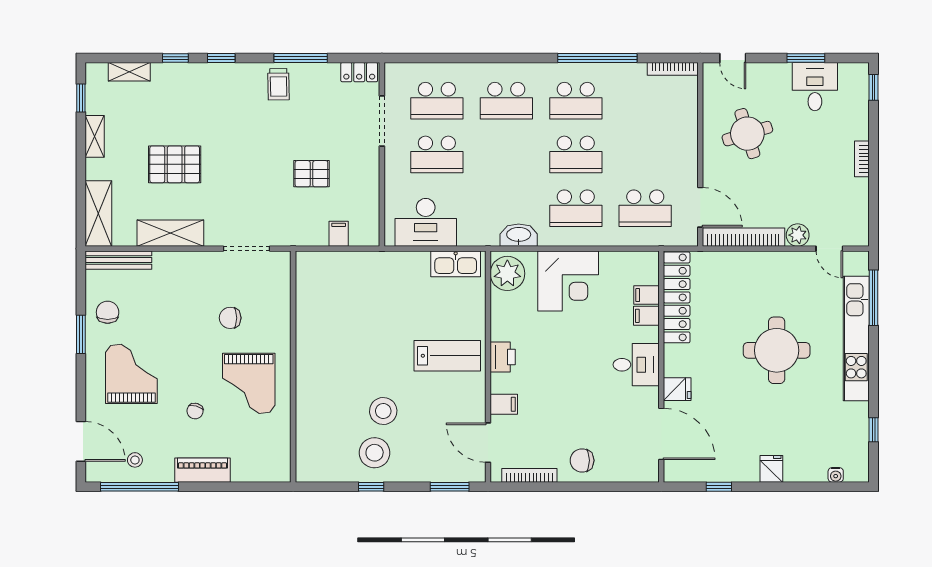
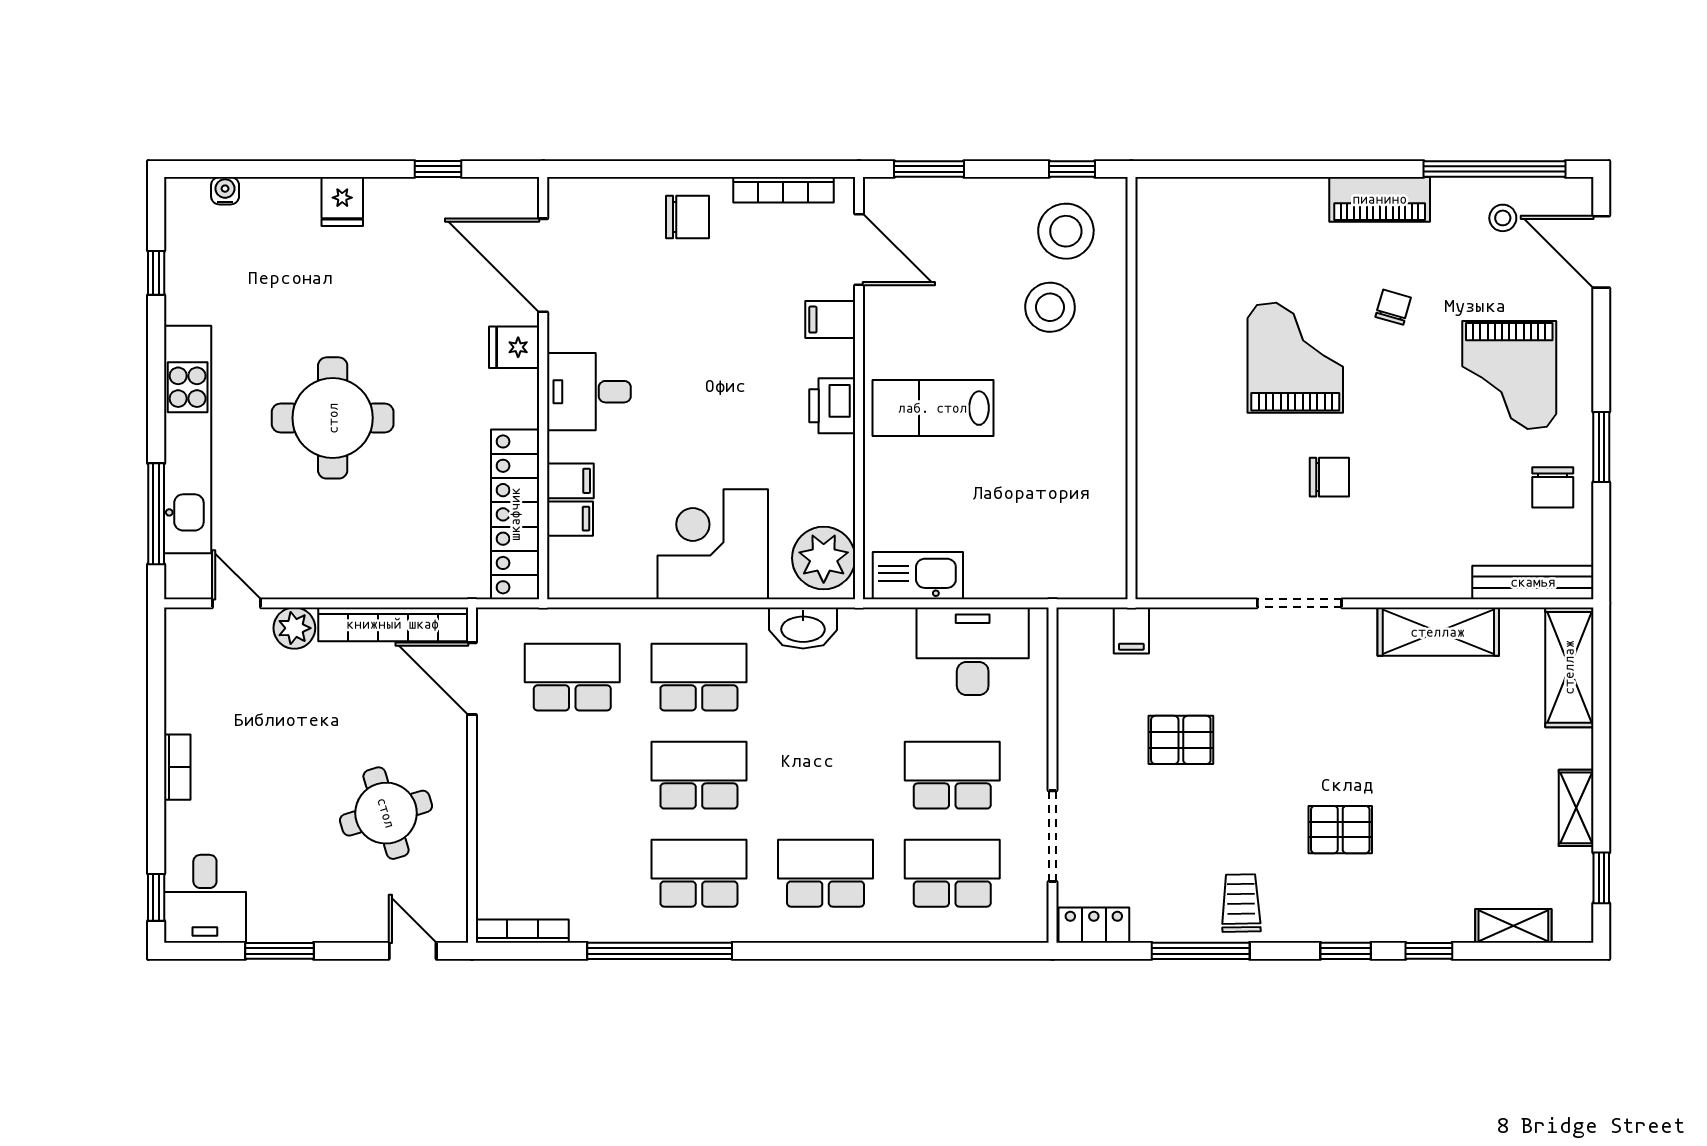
desk: (815, 87) -> (205, 899), moved
pallet: (175, 164) -> (1340, 830), moved, width x0.67, depth x0.71
wall: (293, 367) -> (1131, 388), moved

